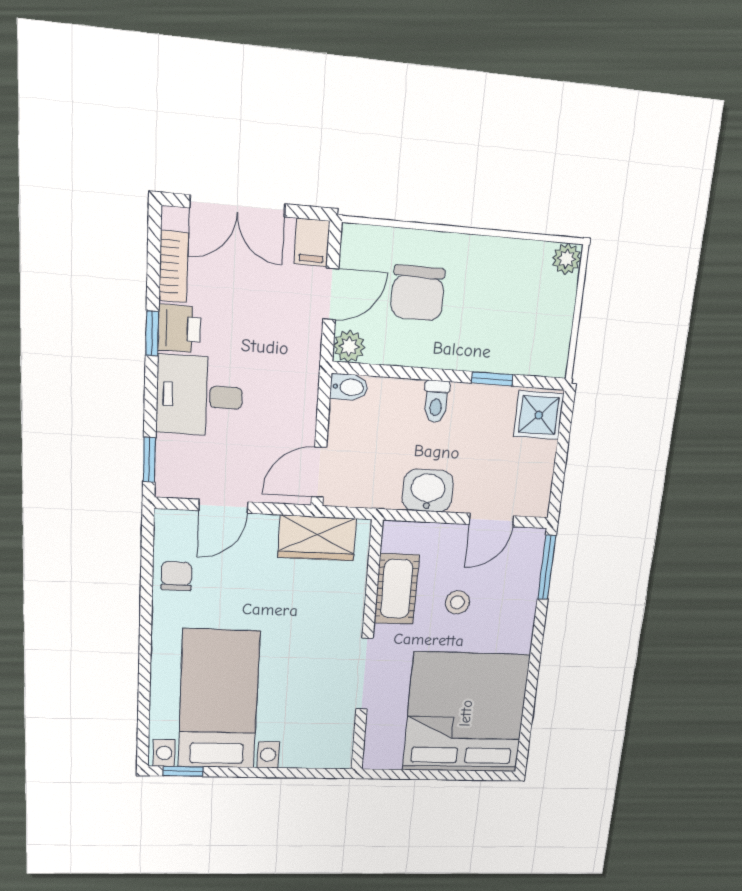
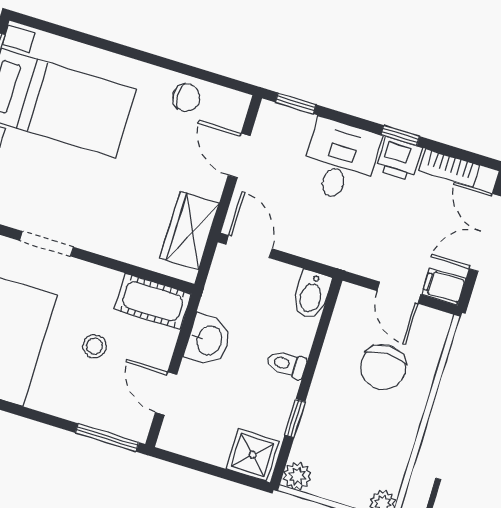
chair: (418, 293) -> (383, 367), turned -90
plant: (349, 346) -> (297, 476), moved
bidet: (349, 387) -> (311, 295), width x1.38, depth x1.36
cot: (397, 589) -> (153, 301), moved
doorway: (365, 674) -> (47, 244), width x0.73

